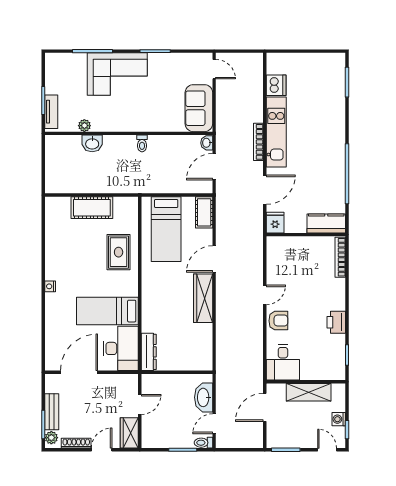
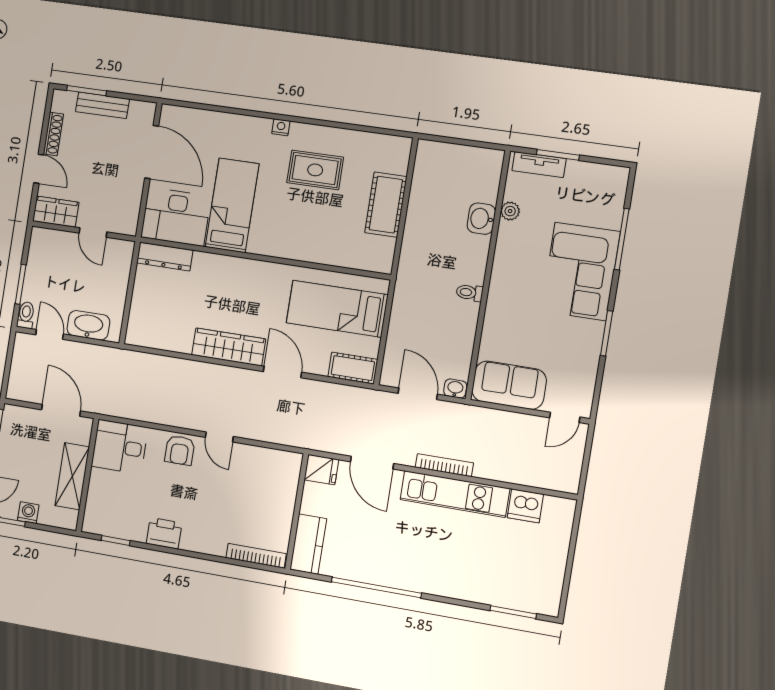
rug: (119, 252) -> (315, 170), moved
plant: (51, 438) -> (67, 100), removed

